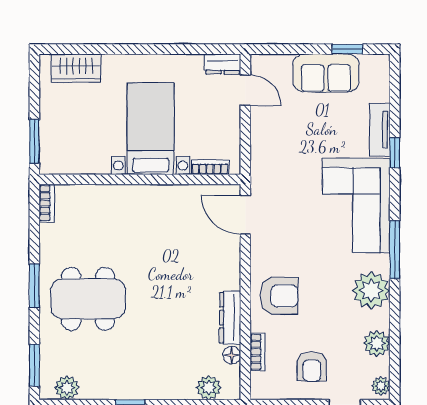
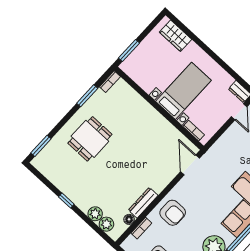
window: (34, 286) -> (87, 96), moved
dining table: (88, 299) -> (90, 139), width x0.73
plant: (67, 388) -> (95, 214), moved

